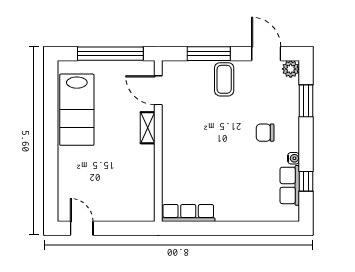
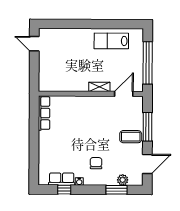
plant: (291, 69) -> (123, 180), moved
lab bench: (77, 110) -> (111, 41), width x0.73, depth x0.72
door: (82, 228) -> (34, 44), swing flipped

